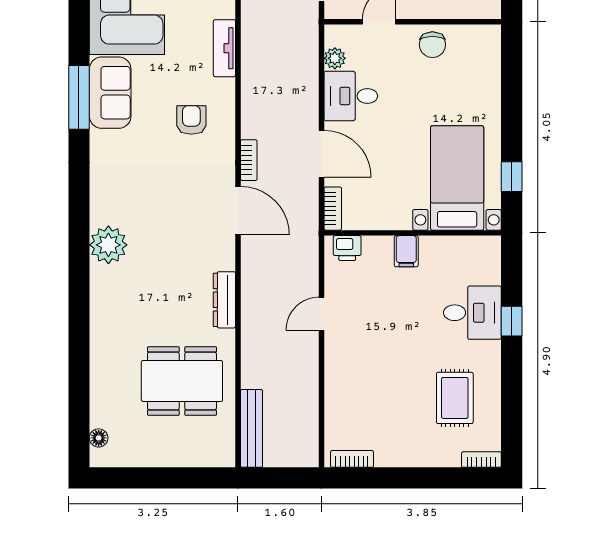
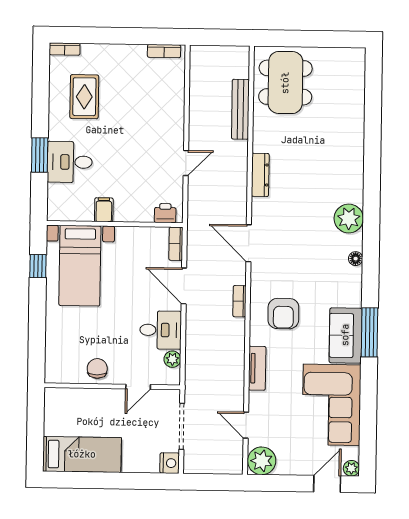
armchair: (191, 120) -> (283, 314), width x1.38, depth x1.38
bookcase: (249, 160) -> (239, 301), moved
filing cabinet: (406, 251) -> (104, 210), moved
window: (512, 321) -> (40, 155), width x1.50
dining table: (182, 381) -> (285, 83), moved, turned 90
bench: (252, 428) -> (240, 109), moved
floor lamp: (99, 438) -> (356, 259), moved

